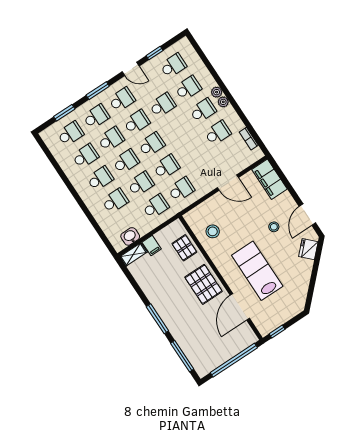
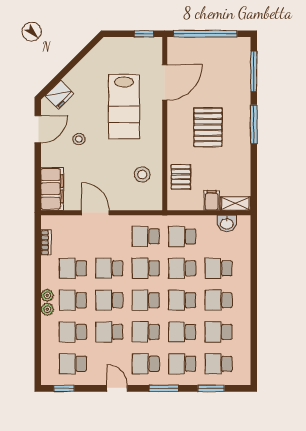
window: (155, 53) -> (64, 388), moved
school desk: (177, 128) -> (109, 300), added
school desk: (192, 150) -> (109, 268), added
pallet: (204, 284) -> (208, 127), moved

